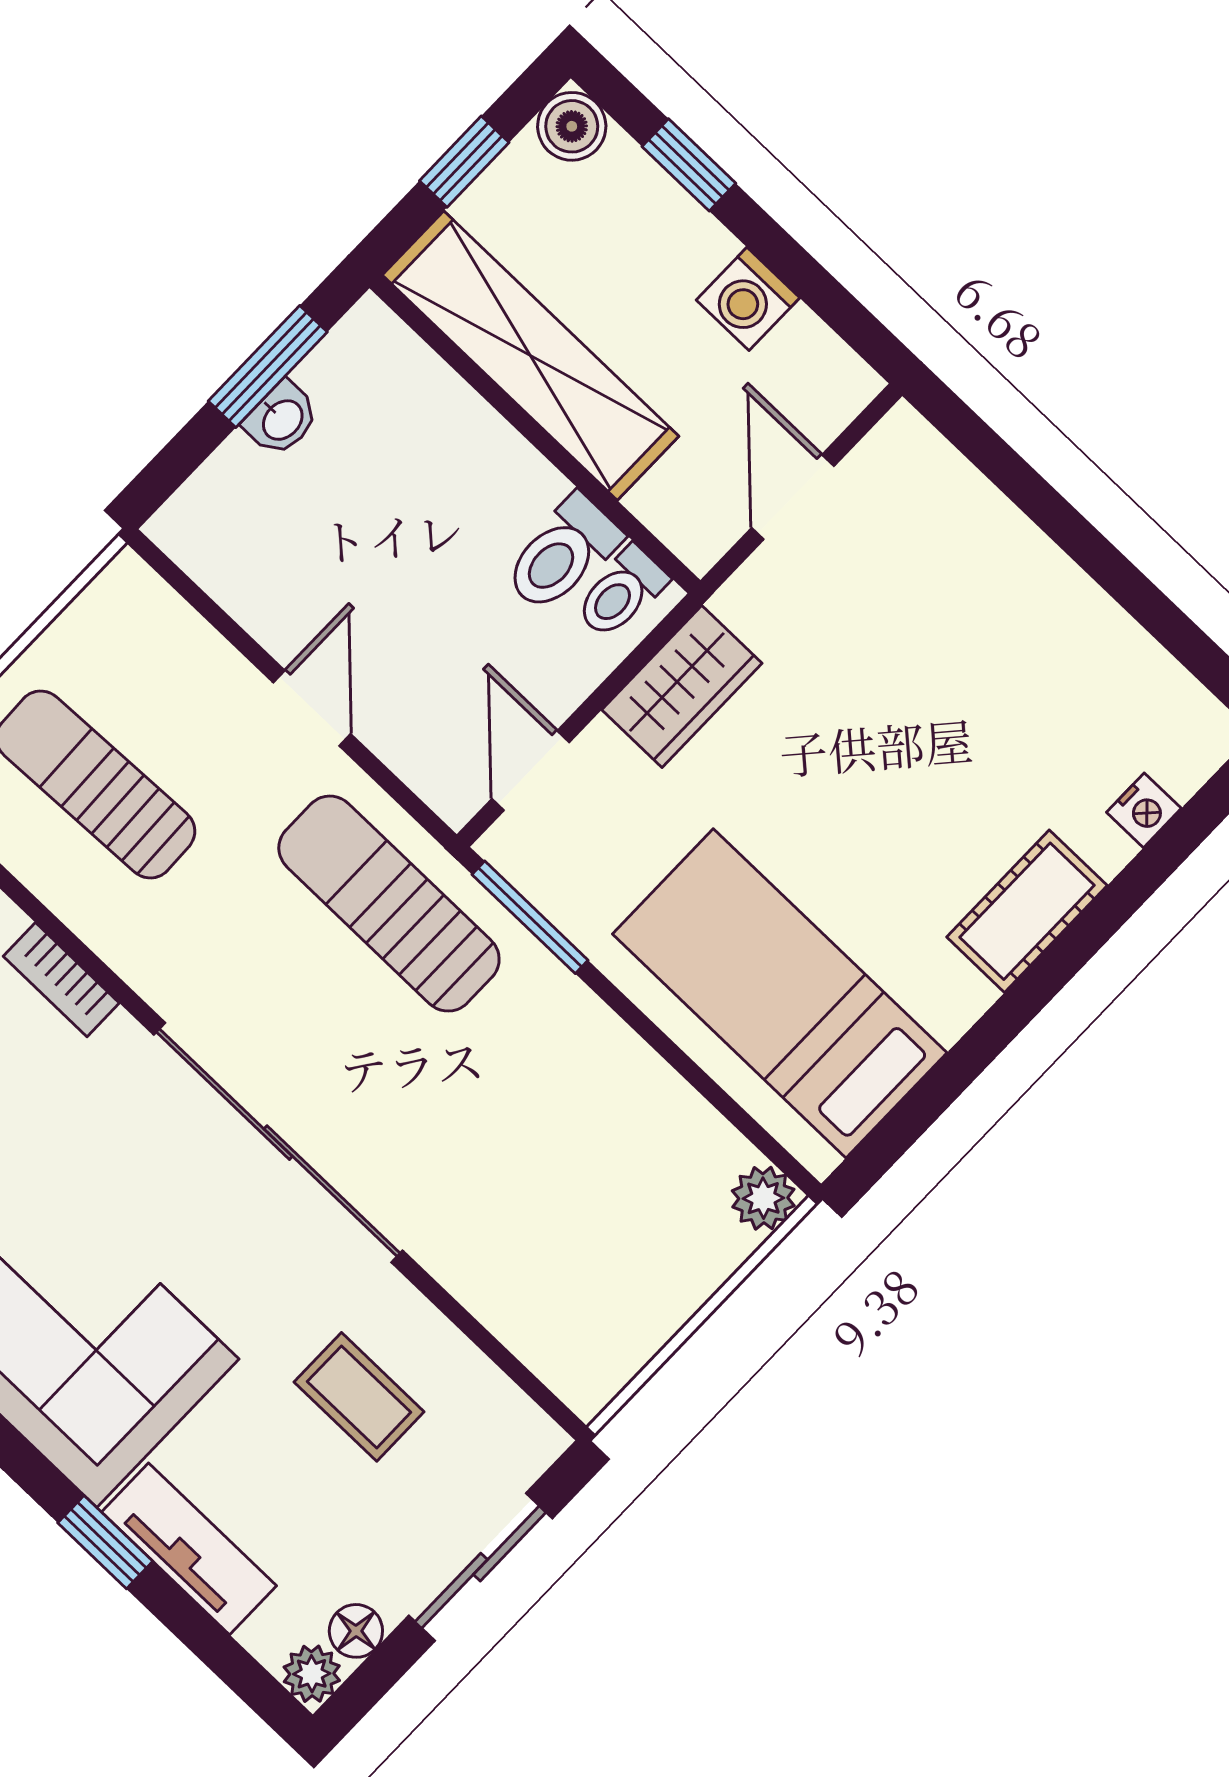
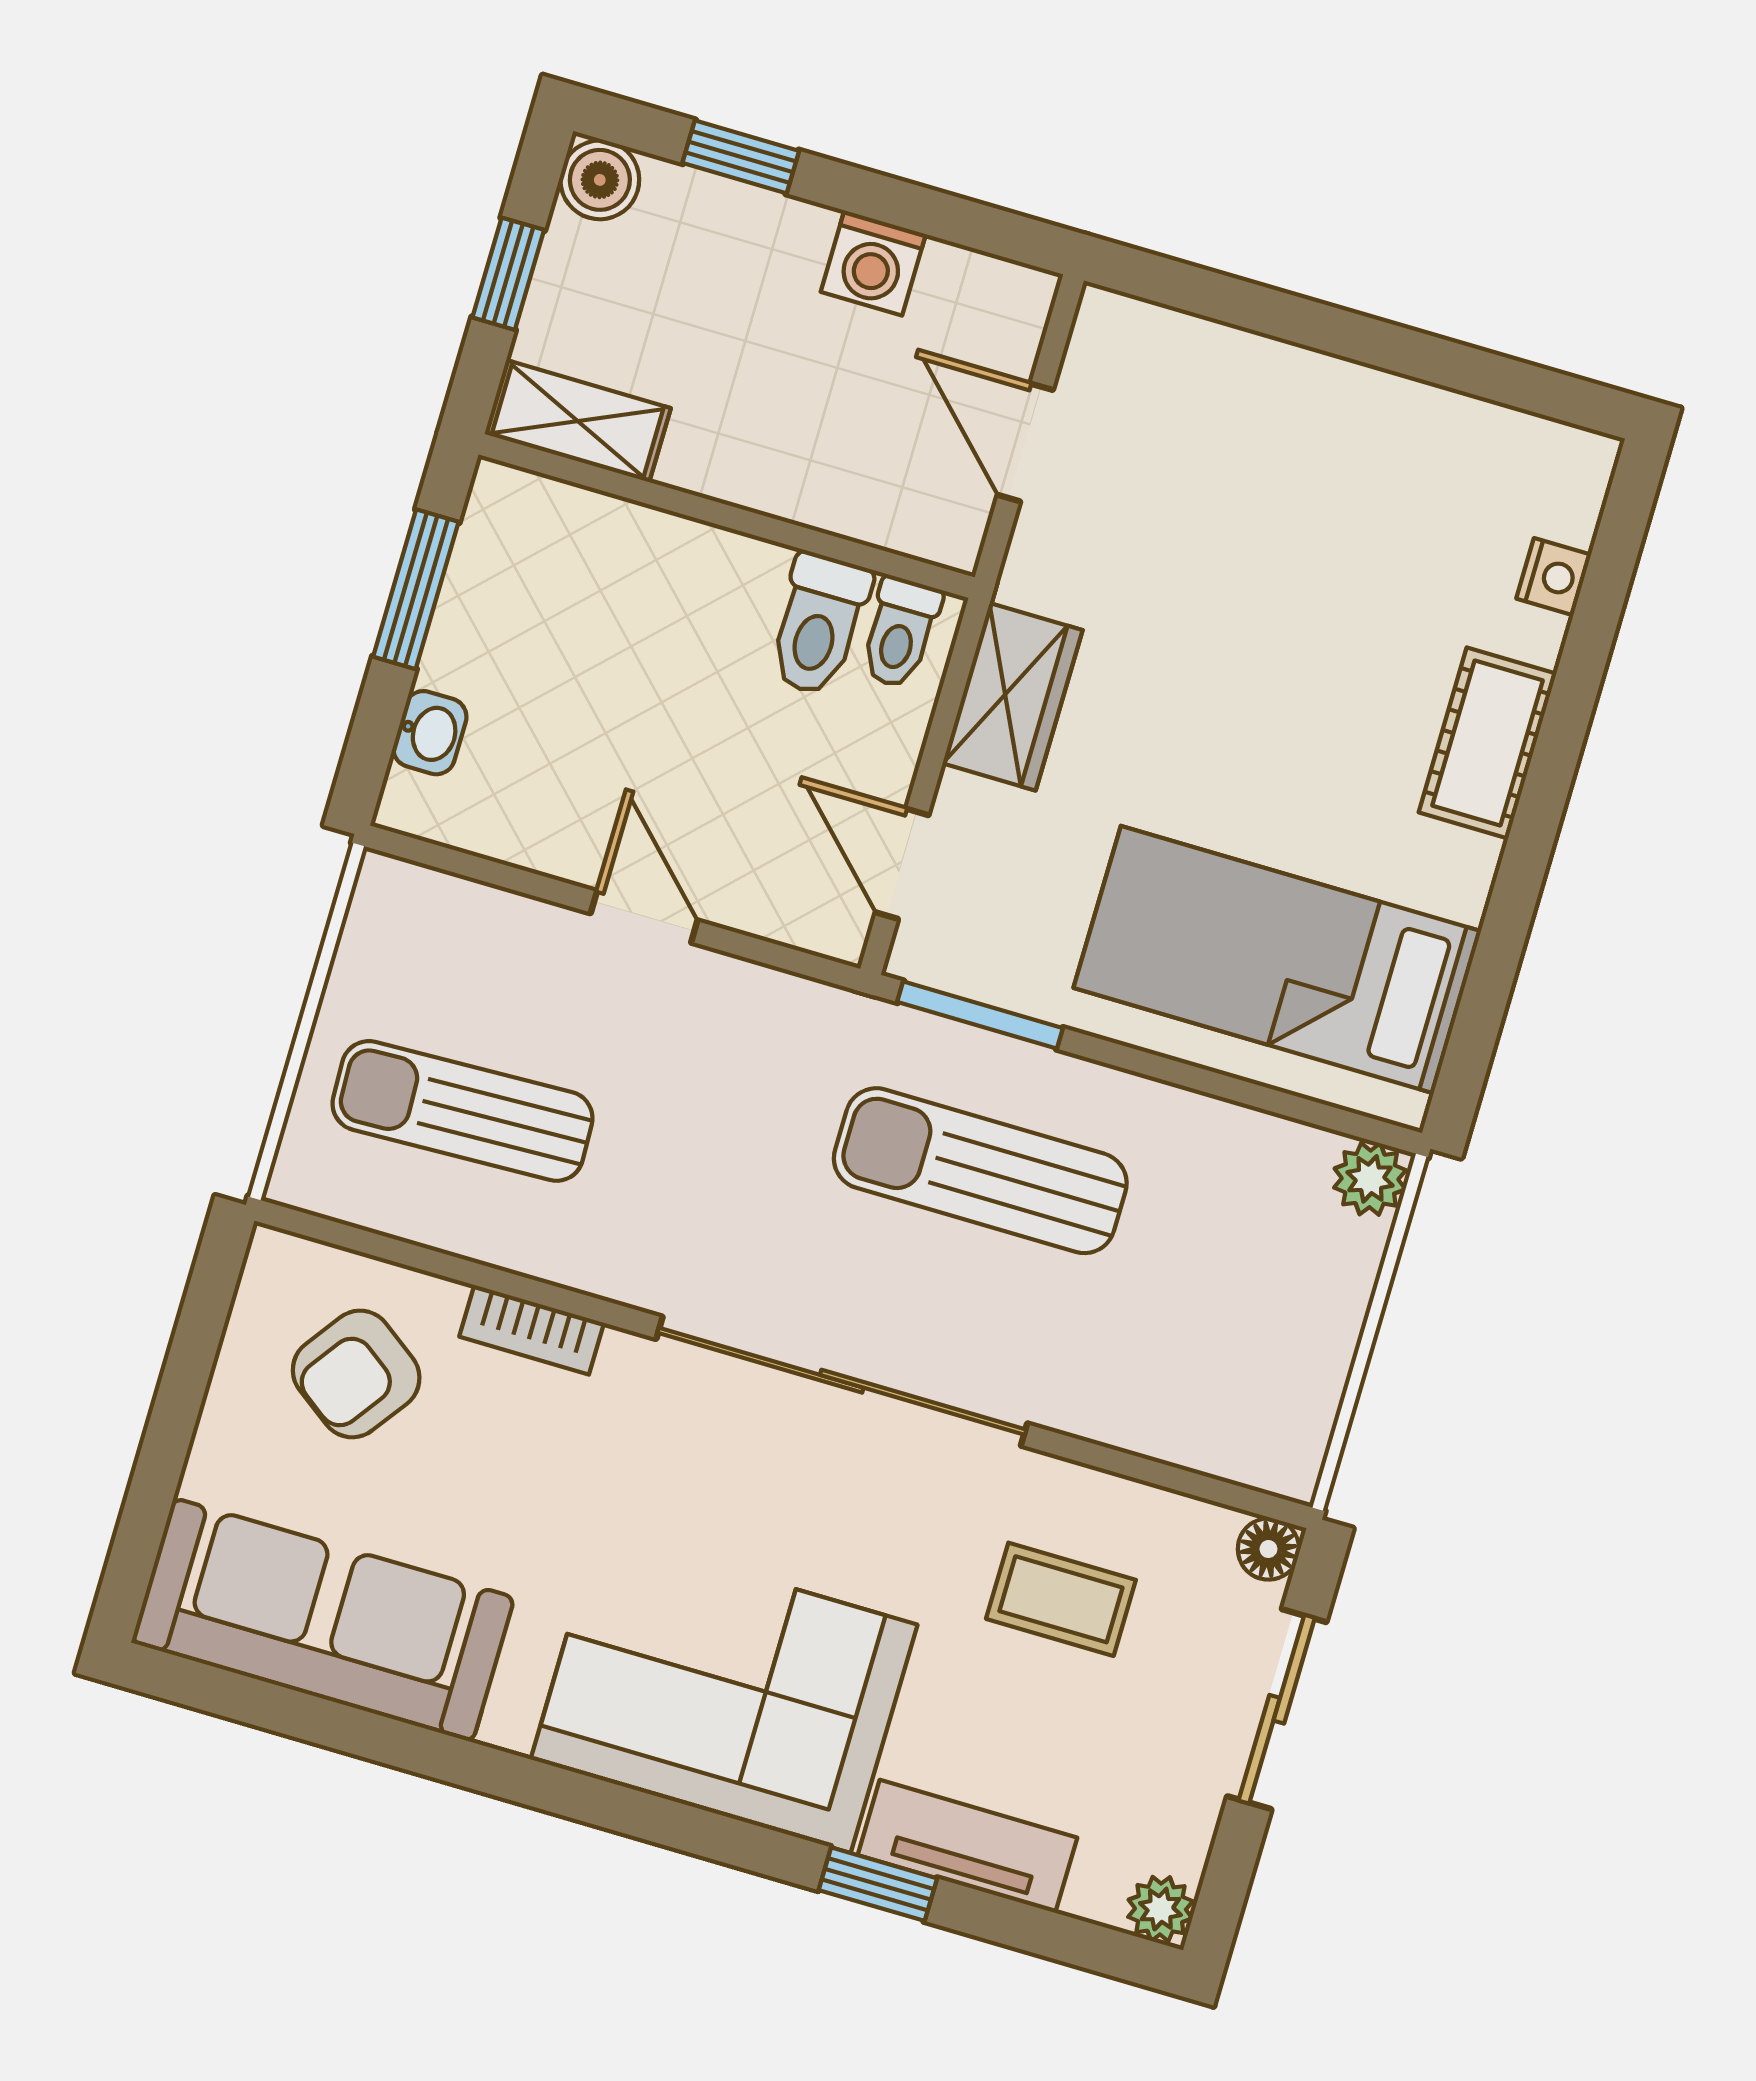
shelving: (530, 356) -> (578, 421), width x0.45, depth x0.75
washbasin: (282, 419) -> (430, 733), moved
sun lounger: (389, 904) -> (980, 1171), moved
floor lamp: (356, 1631) -> (1268, 1549), moved

